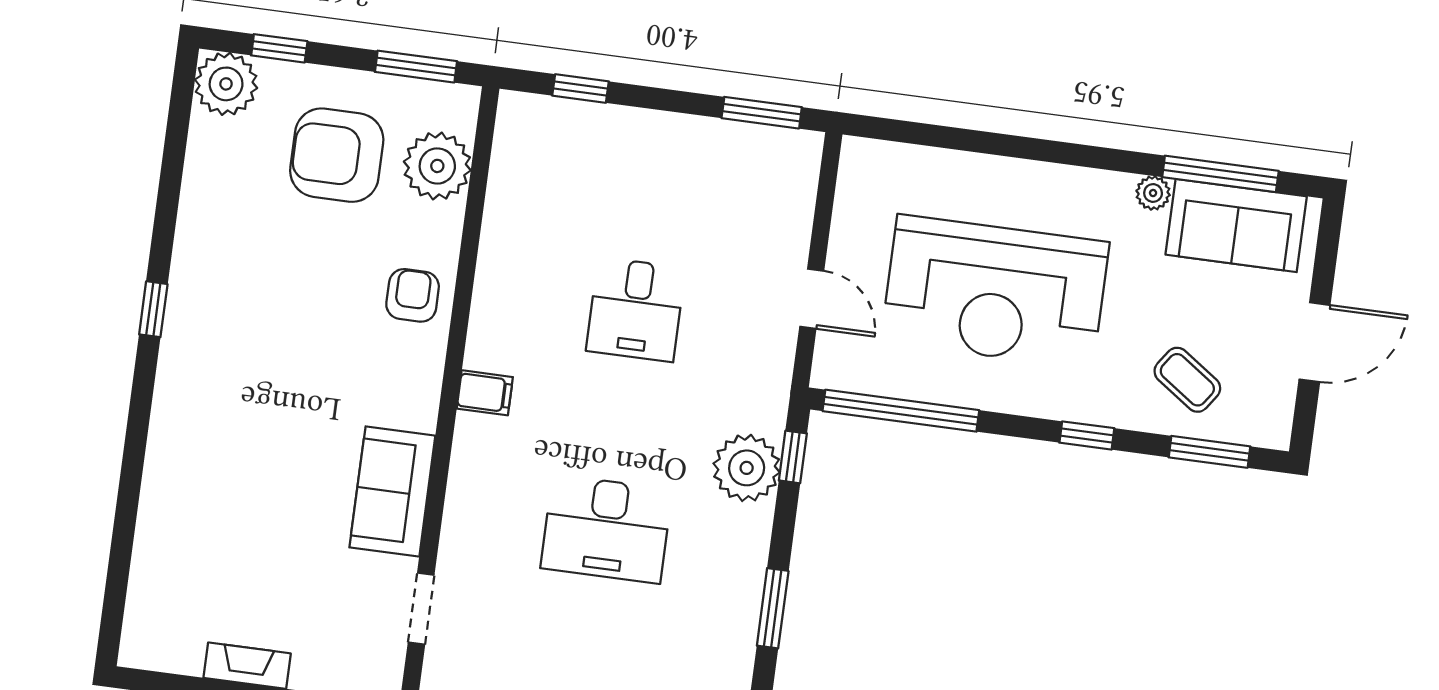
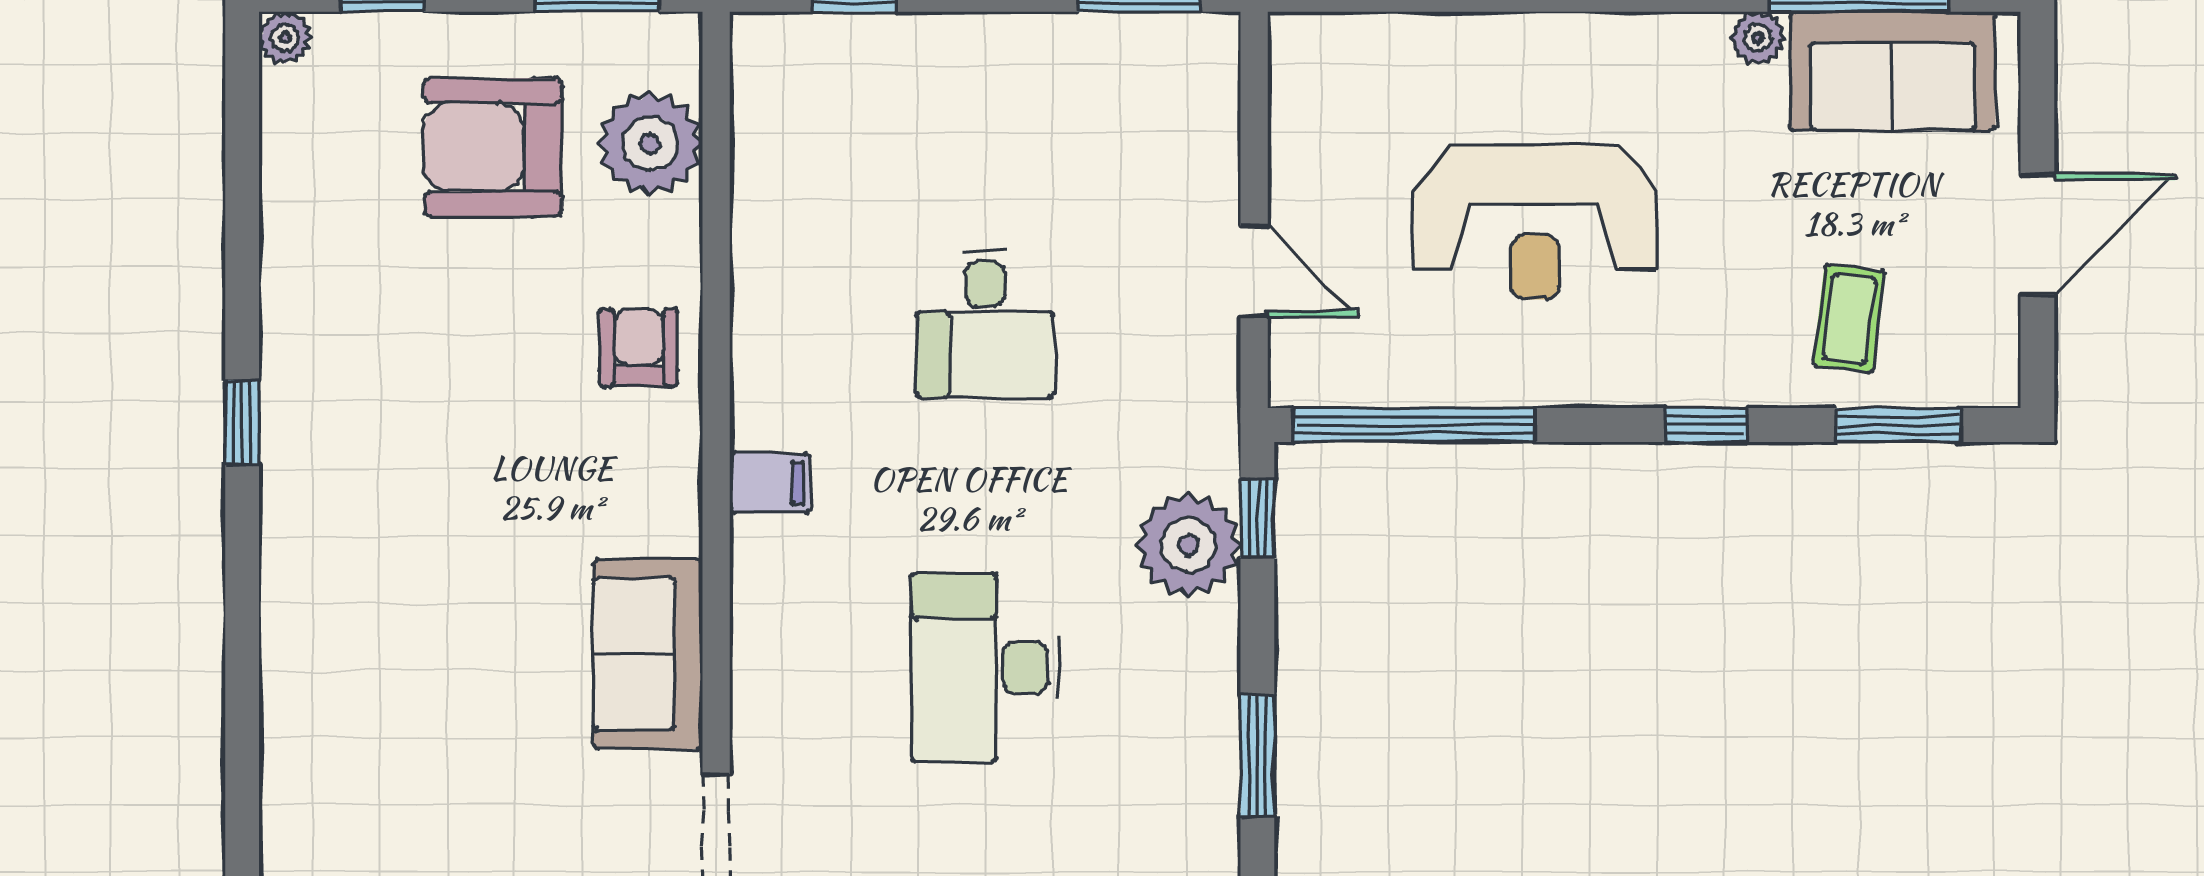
plant: (226, 84) -> (285, 38), width x0.53, depth x0.53
reception desk: (995, 292) -> (1535, 222), width x0.74, depth x0.77
coffee table: (1187, 380) -> (1849, 319), turned 62
desk: (606, 529) -> (985, 668), turned 90

